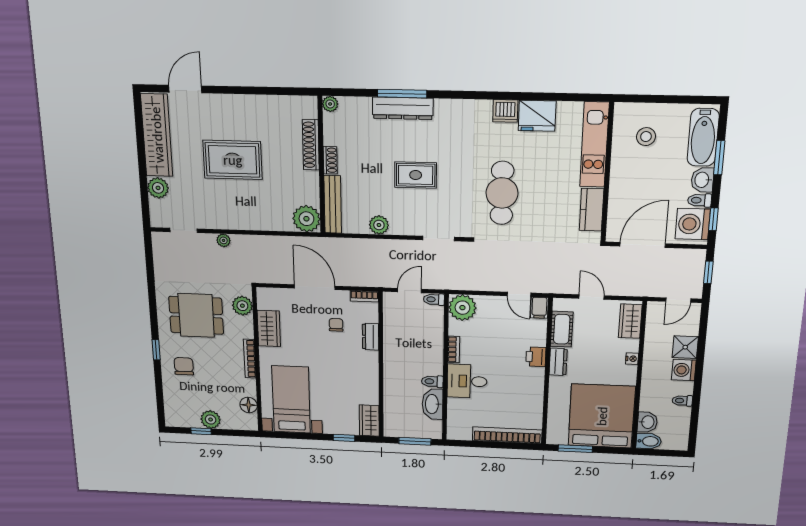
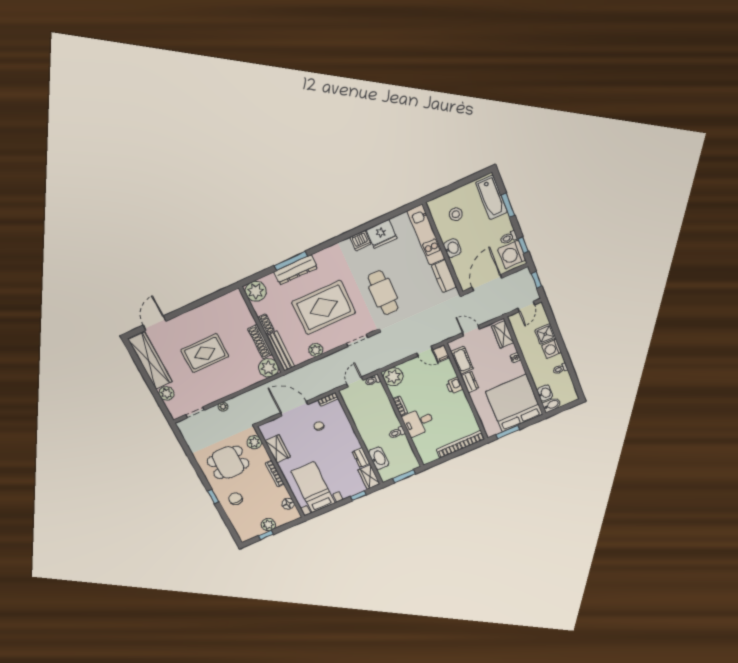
plant: (330, 104) -> (256, 291), width x1.88, depth x1.88
shoe rack: (311, 145) -> (260, 342), moved
rug: (416, 175) -> (324, 308), width x1.86, depth x2.06
washbasin: (702, 180) -> (452, 248), moved, turned 180
dresser: (371, 337) -> (361, 458), moved
washbasin: (433, 404) -> (379, 458), moved, turned 180

